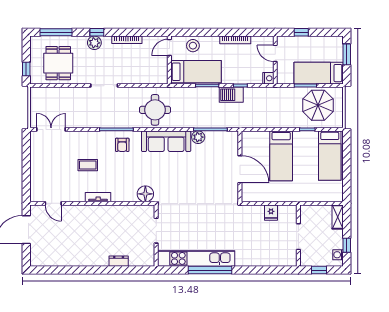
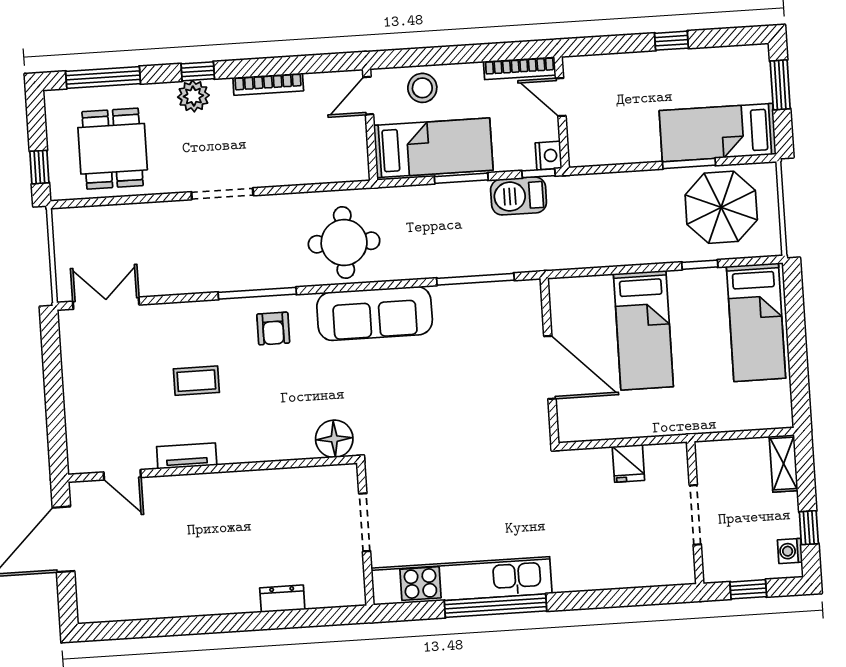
door: (275, 53) -> (561, 97), moved
wall: (275, 60) -> (562, 112), moved
nightstand: (268, 78) -> (549, 156), moved
plant: (198, 137) -> (448, 299), removed
tv unit: (98, 197) -> (187, 456), moved

